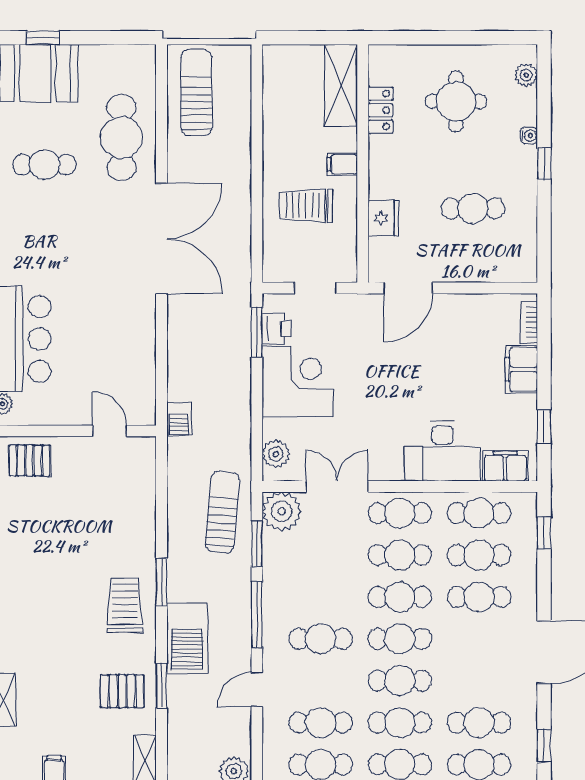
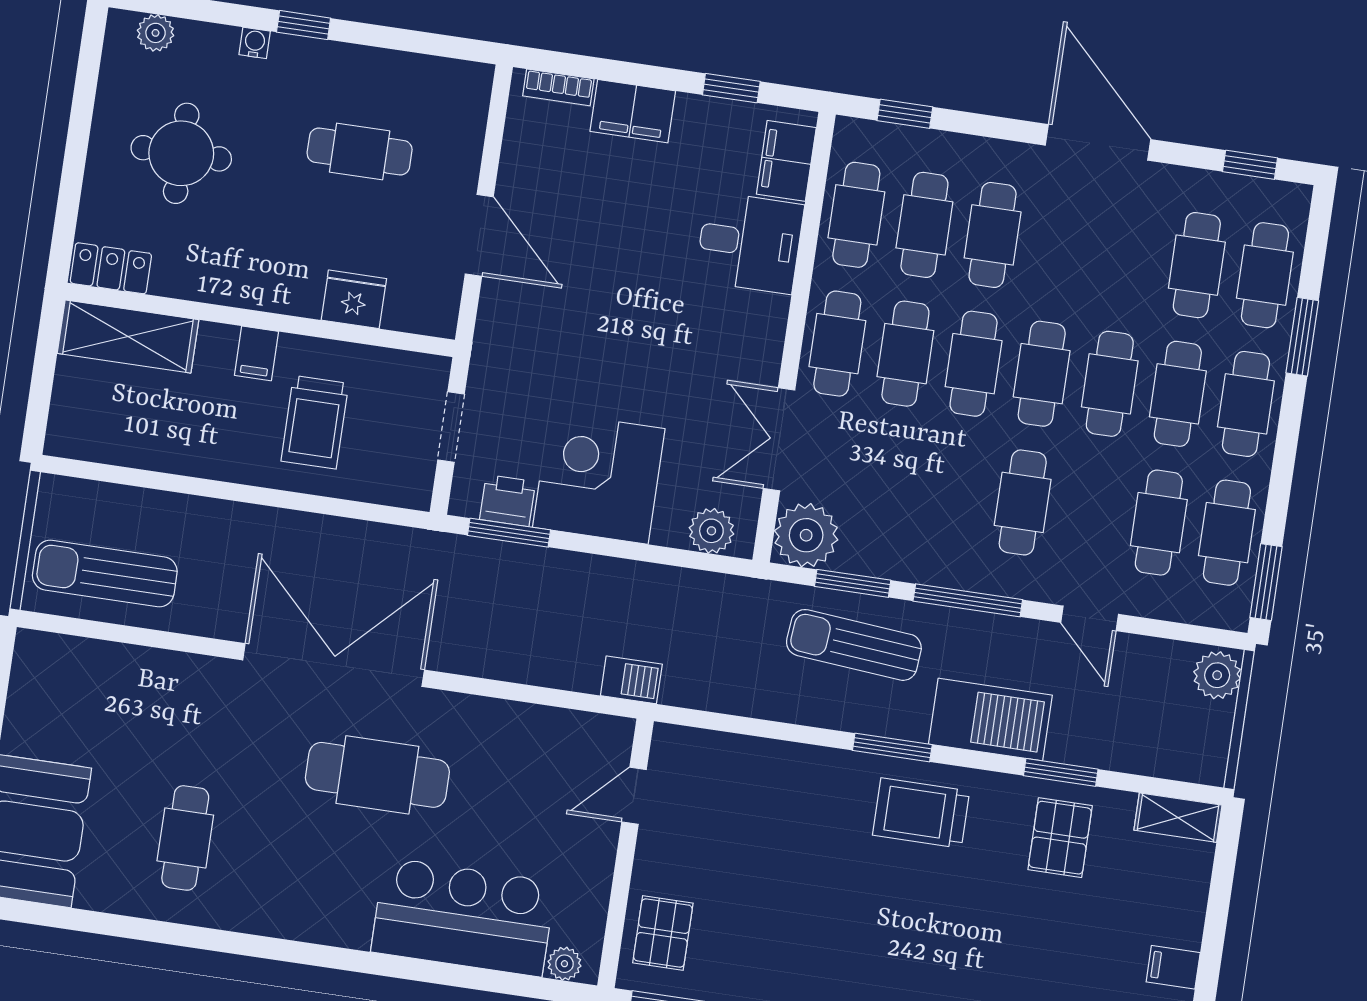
locker: (380, 110) -> (111, 268), moved
cafe table: (121, 138) -> (377, 775), moved
cafe table: (473, 208) -> (360, 151), turned 90
door: (408, 288) -> (479, 235), moved
desk: (442, 451) -> (750, 243), width x0.73
sun lounger: (222, 512) -> (854, 645), moved

